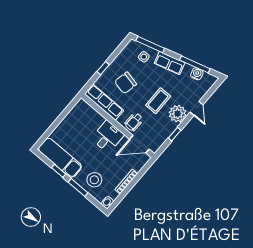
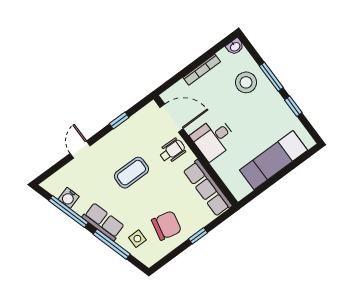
window: (150, 44) -> (112, 244), moved
chair: (126, 83) -> (166, 225), moved
plant: (178, 114) -> (108, 148), removed
exam couch: (60, 158) -> (274, 160), moved, turned 90

